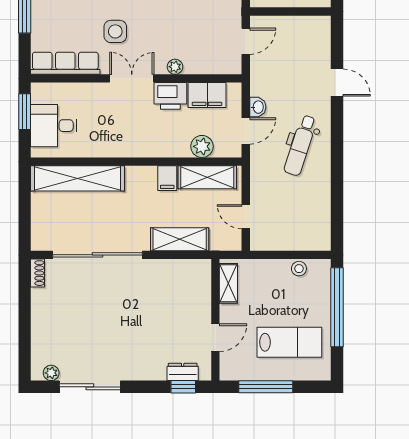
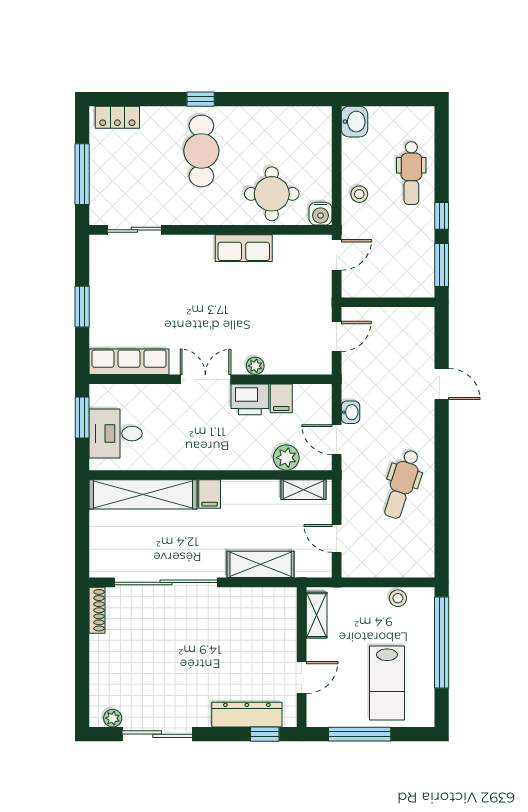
side table: (115, 31) -> (186, 325), removed
filing cabinet: (207, 95) -> (281, 398), width x0.50
door: (246, 131) -> (337, 440), swing flipped
dental chair: (300, 145) -> (402, 484), moved
shelving: (207, 177) -> (303, 490), width x0.67, depth x0.75
filing cabinet: (167, 178) -> (210, 494), moved
shoe rack: (38, 273) -> (97, 610), width x1.43
lab bench: (289, 342) -> (387, 683), turned 90
dresser: (183, 372) -> (247, 715), width x1.96, depth x1.24

